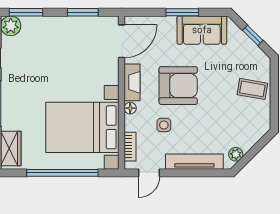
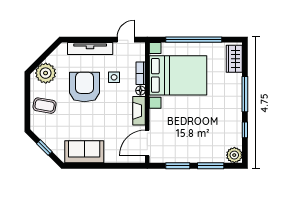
window: (26, 12) -> (211, 166), moved
window: (182, 12) -> (100, 166), removed
armchair: (178, 86) -> (84, 87), moved, turned 90
bookcase: (130, 147) -> (141, 73), moved
plant: (236, 154) -> (46, 73), moved, width x1.87, depth x1.87

